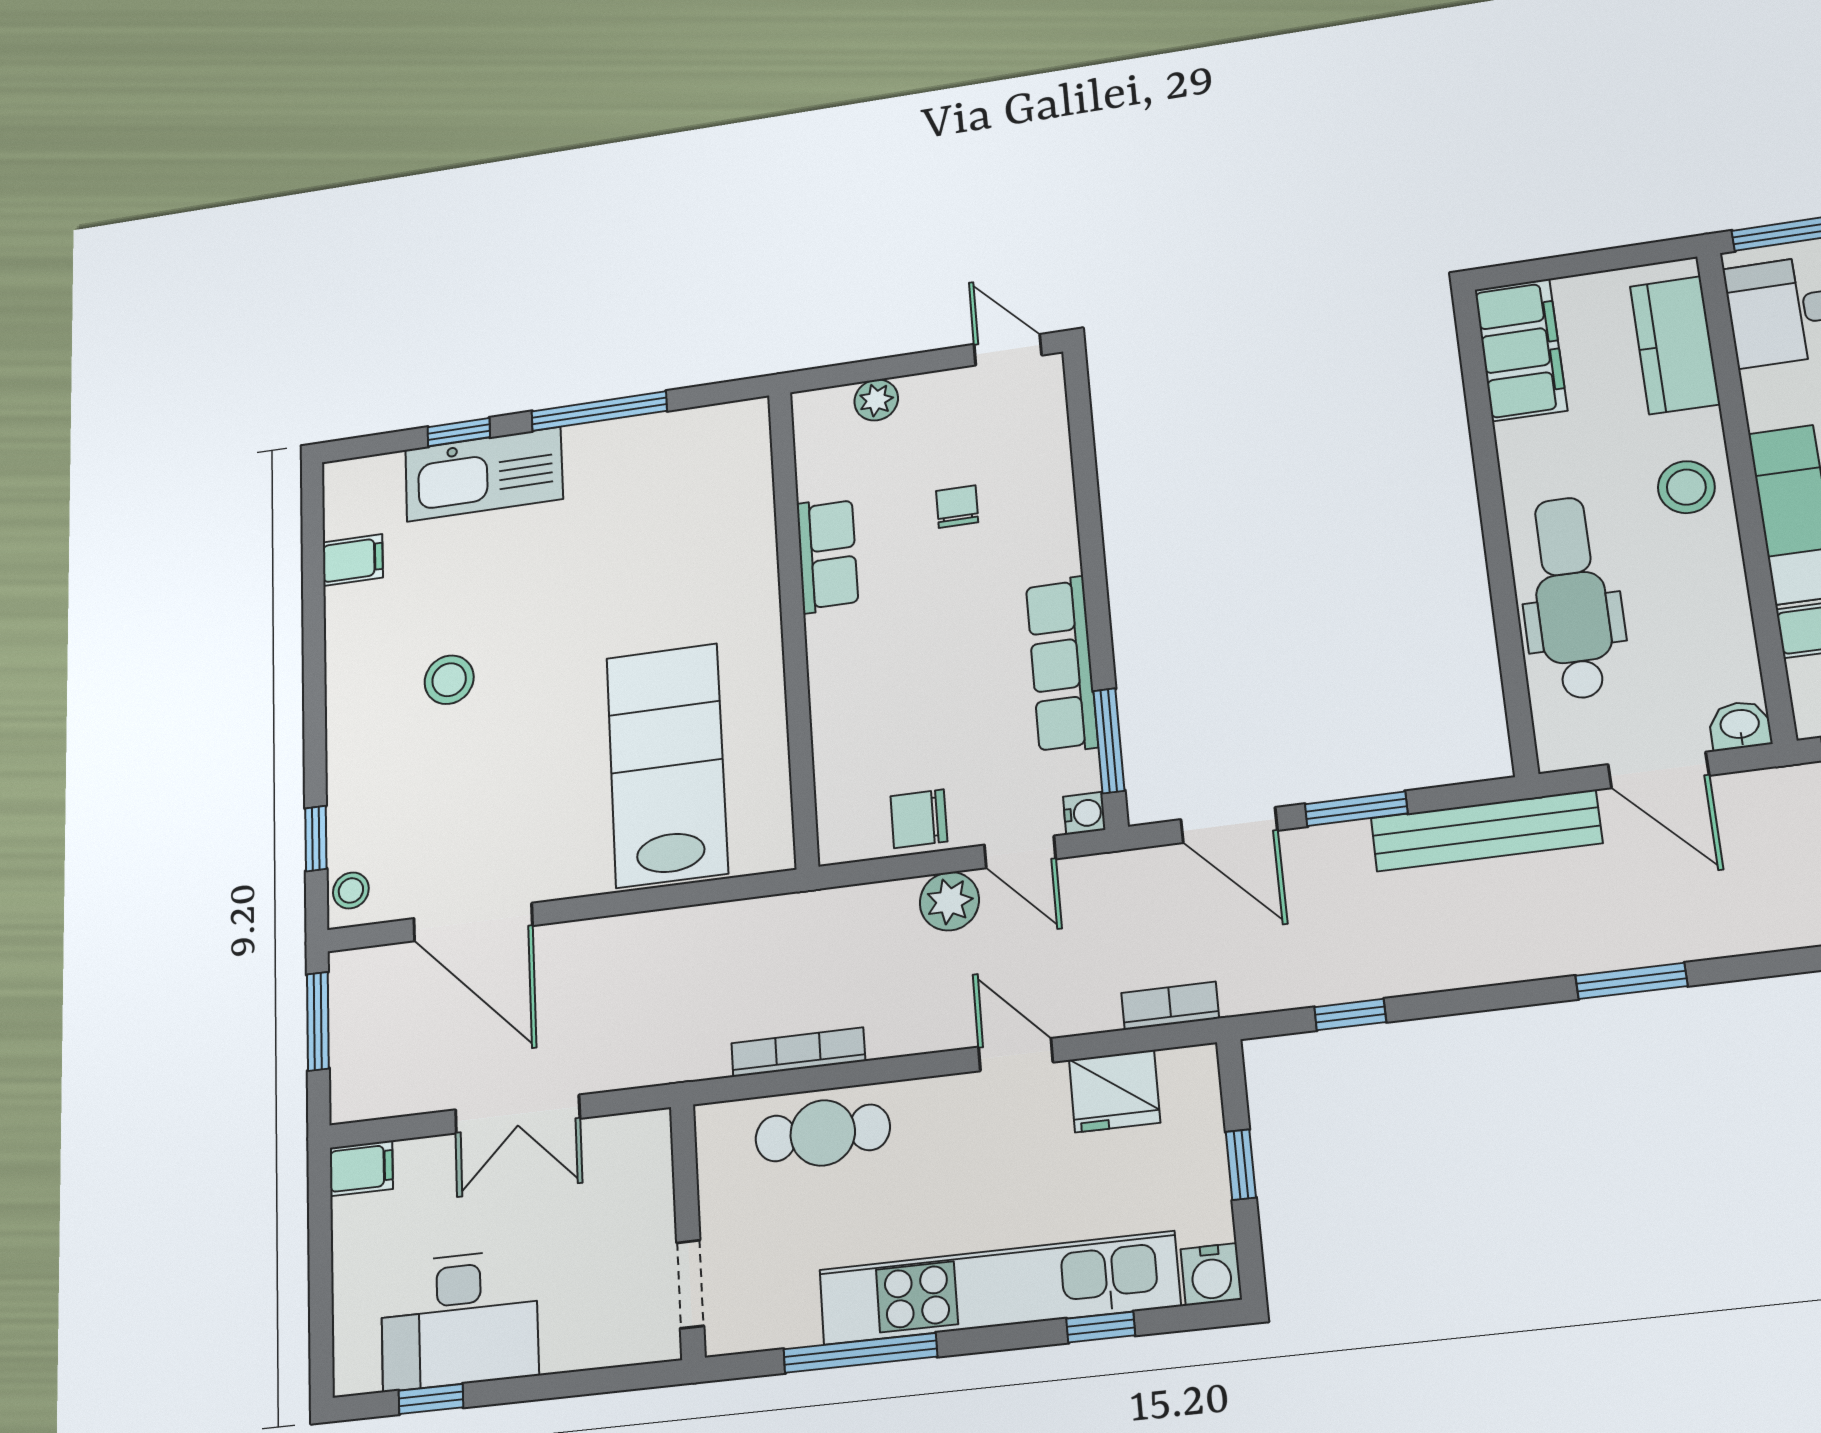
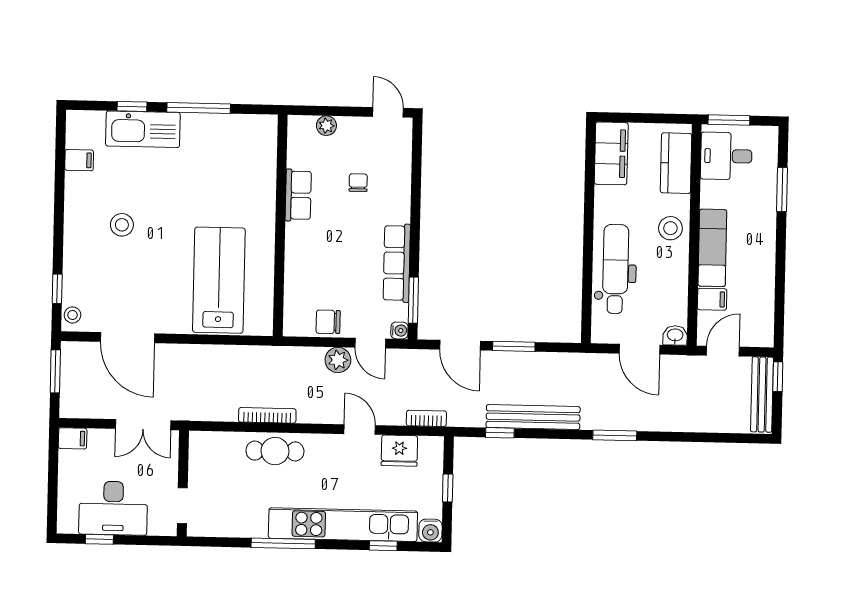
bench: (1486, 831) -> (533, 417), moved
wall: (688, 1231) -> (183, 483), moved
doorway: (690, 1284) -> (182, 506), moved

